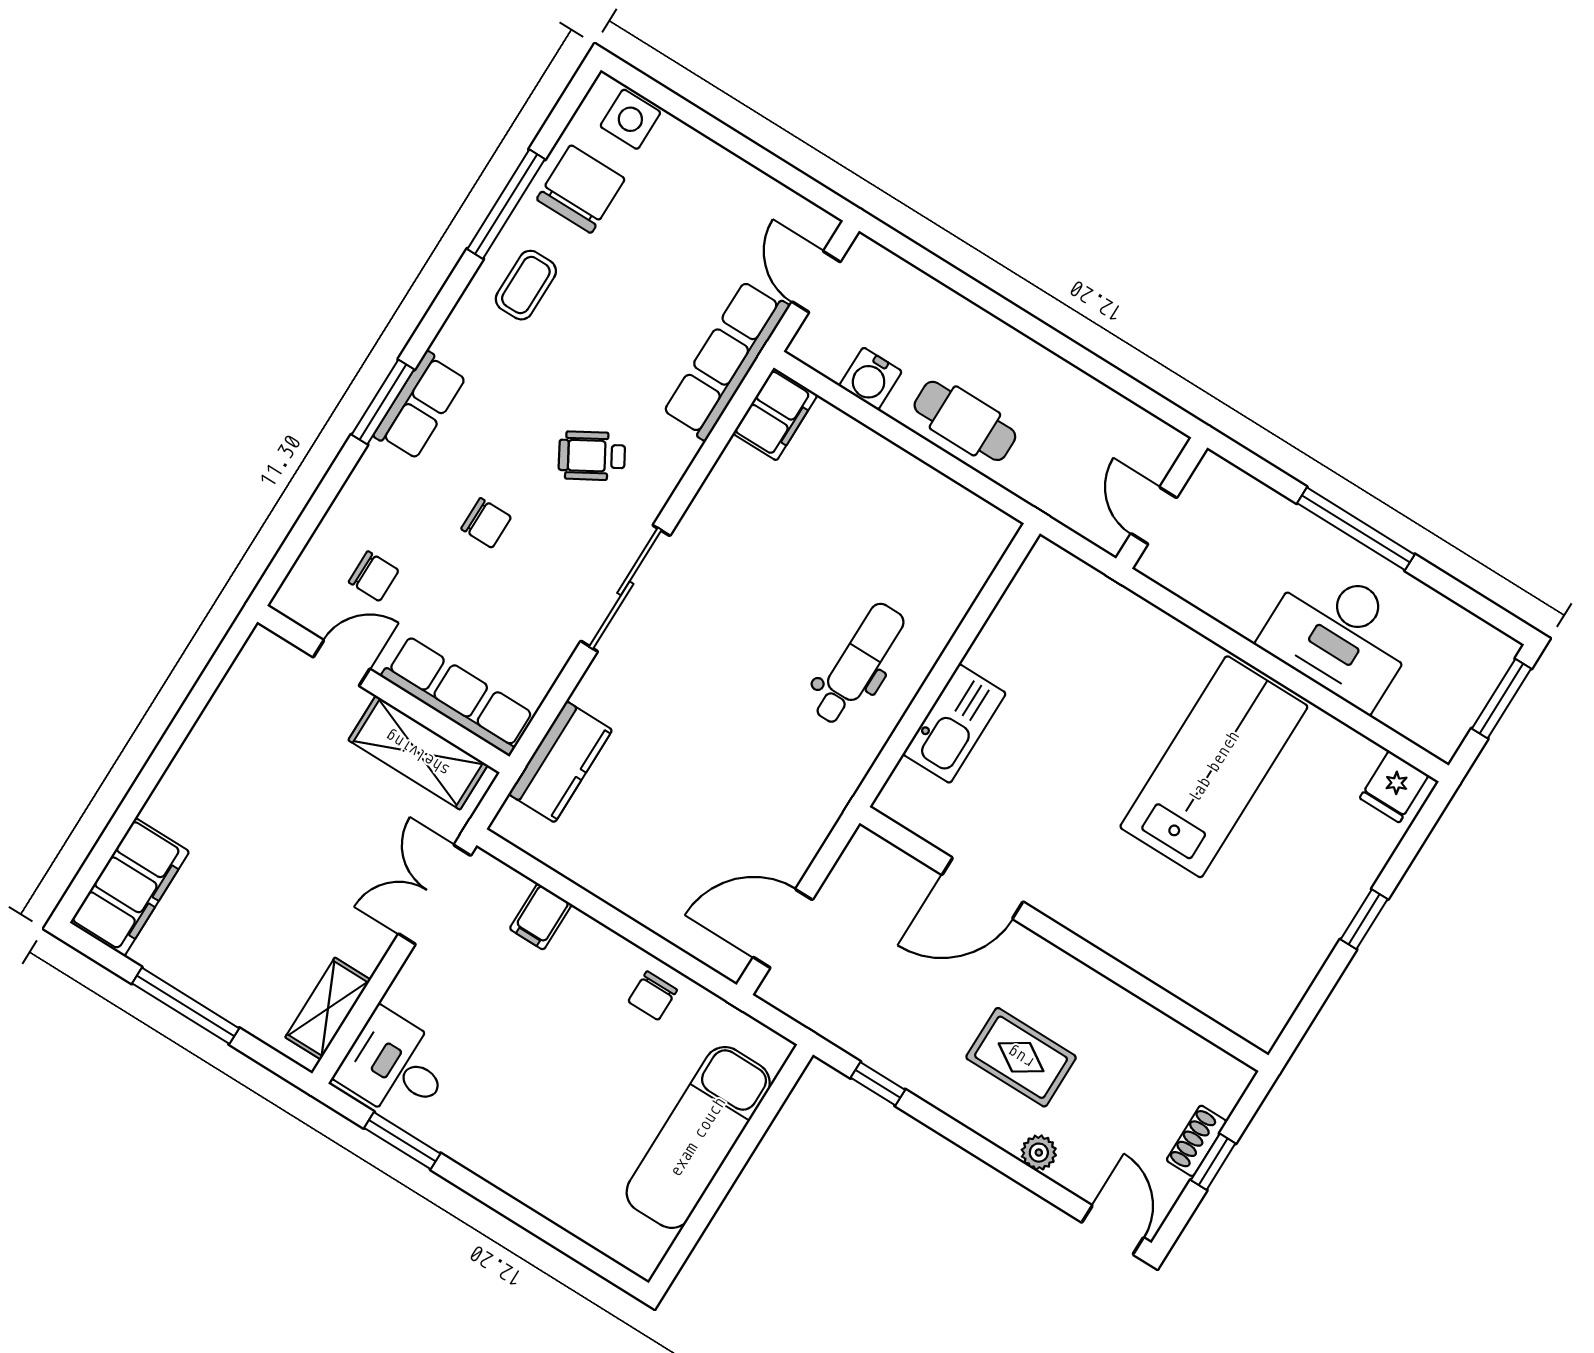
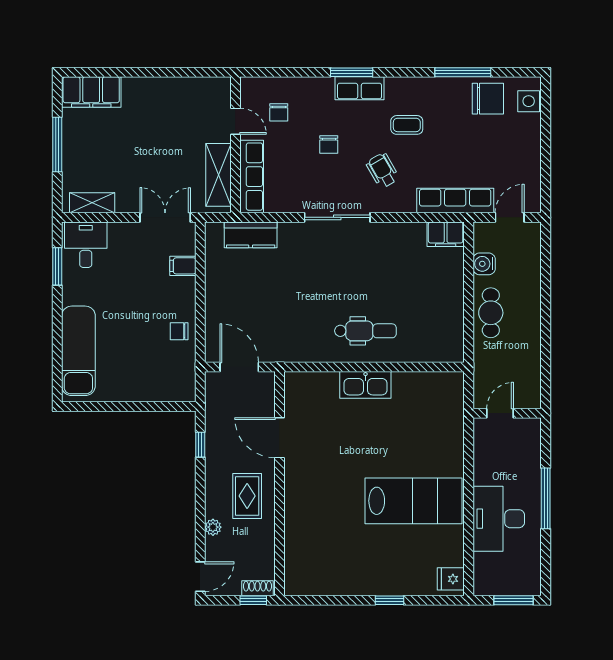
coffee table: (526, 285) -> (407, 125), moved
door: (982, 888) -> (279, 438), moved
wall: (1064, 939) -> (279, 484), moved
exam couch: (698, 1137) -> (78, 351), moved, turned 90

